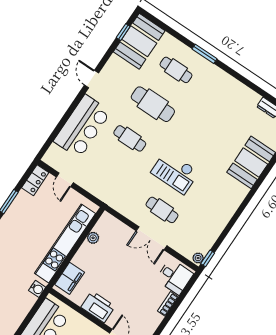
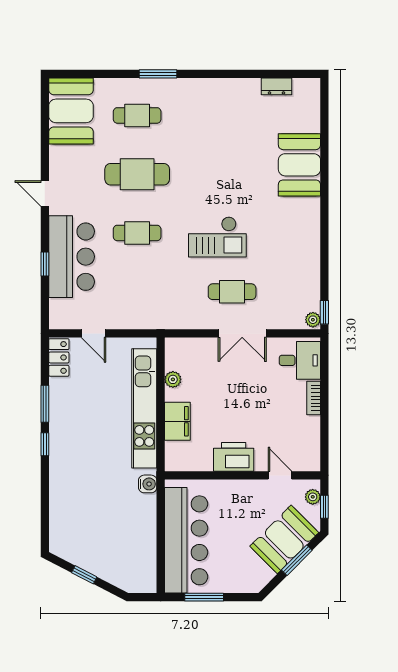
window: (123, 32) -> (45, 264), moved
filing cabinet: (70, 278) -> (177, 421), moved

